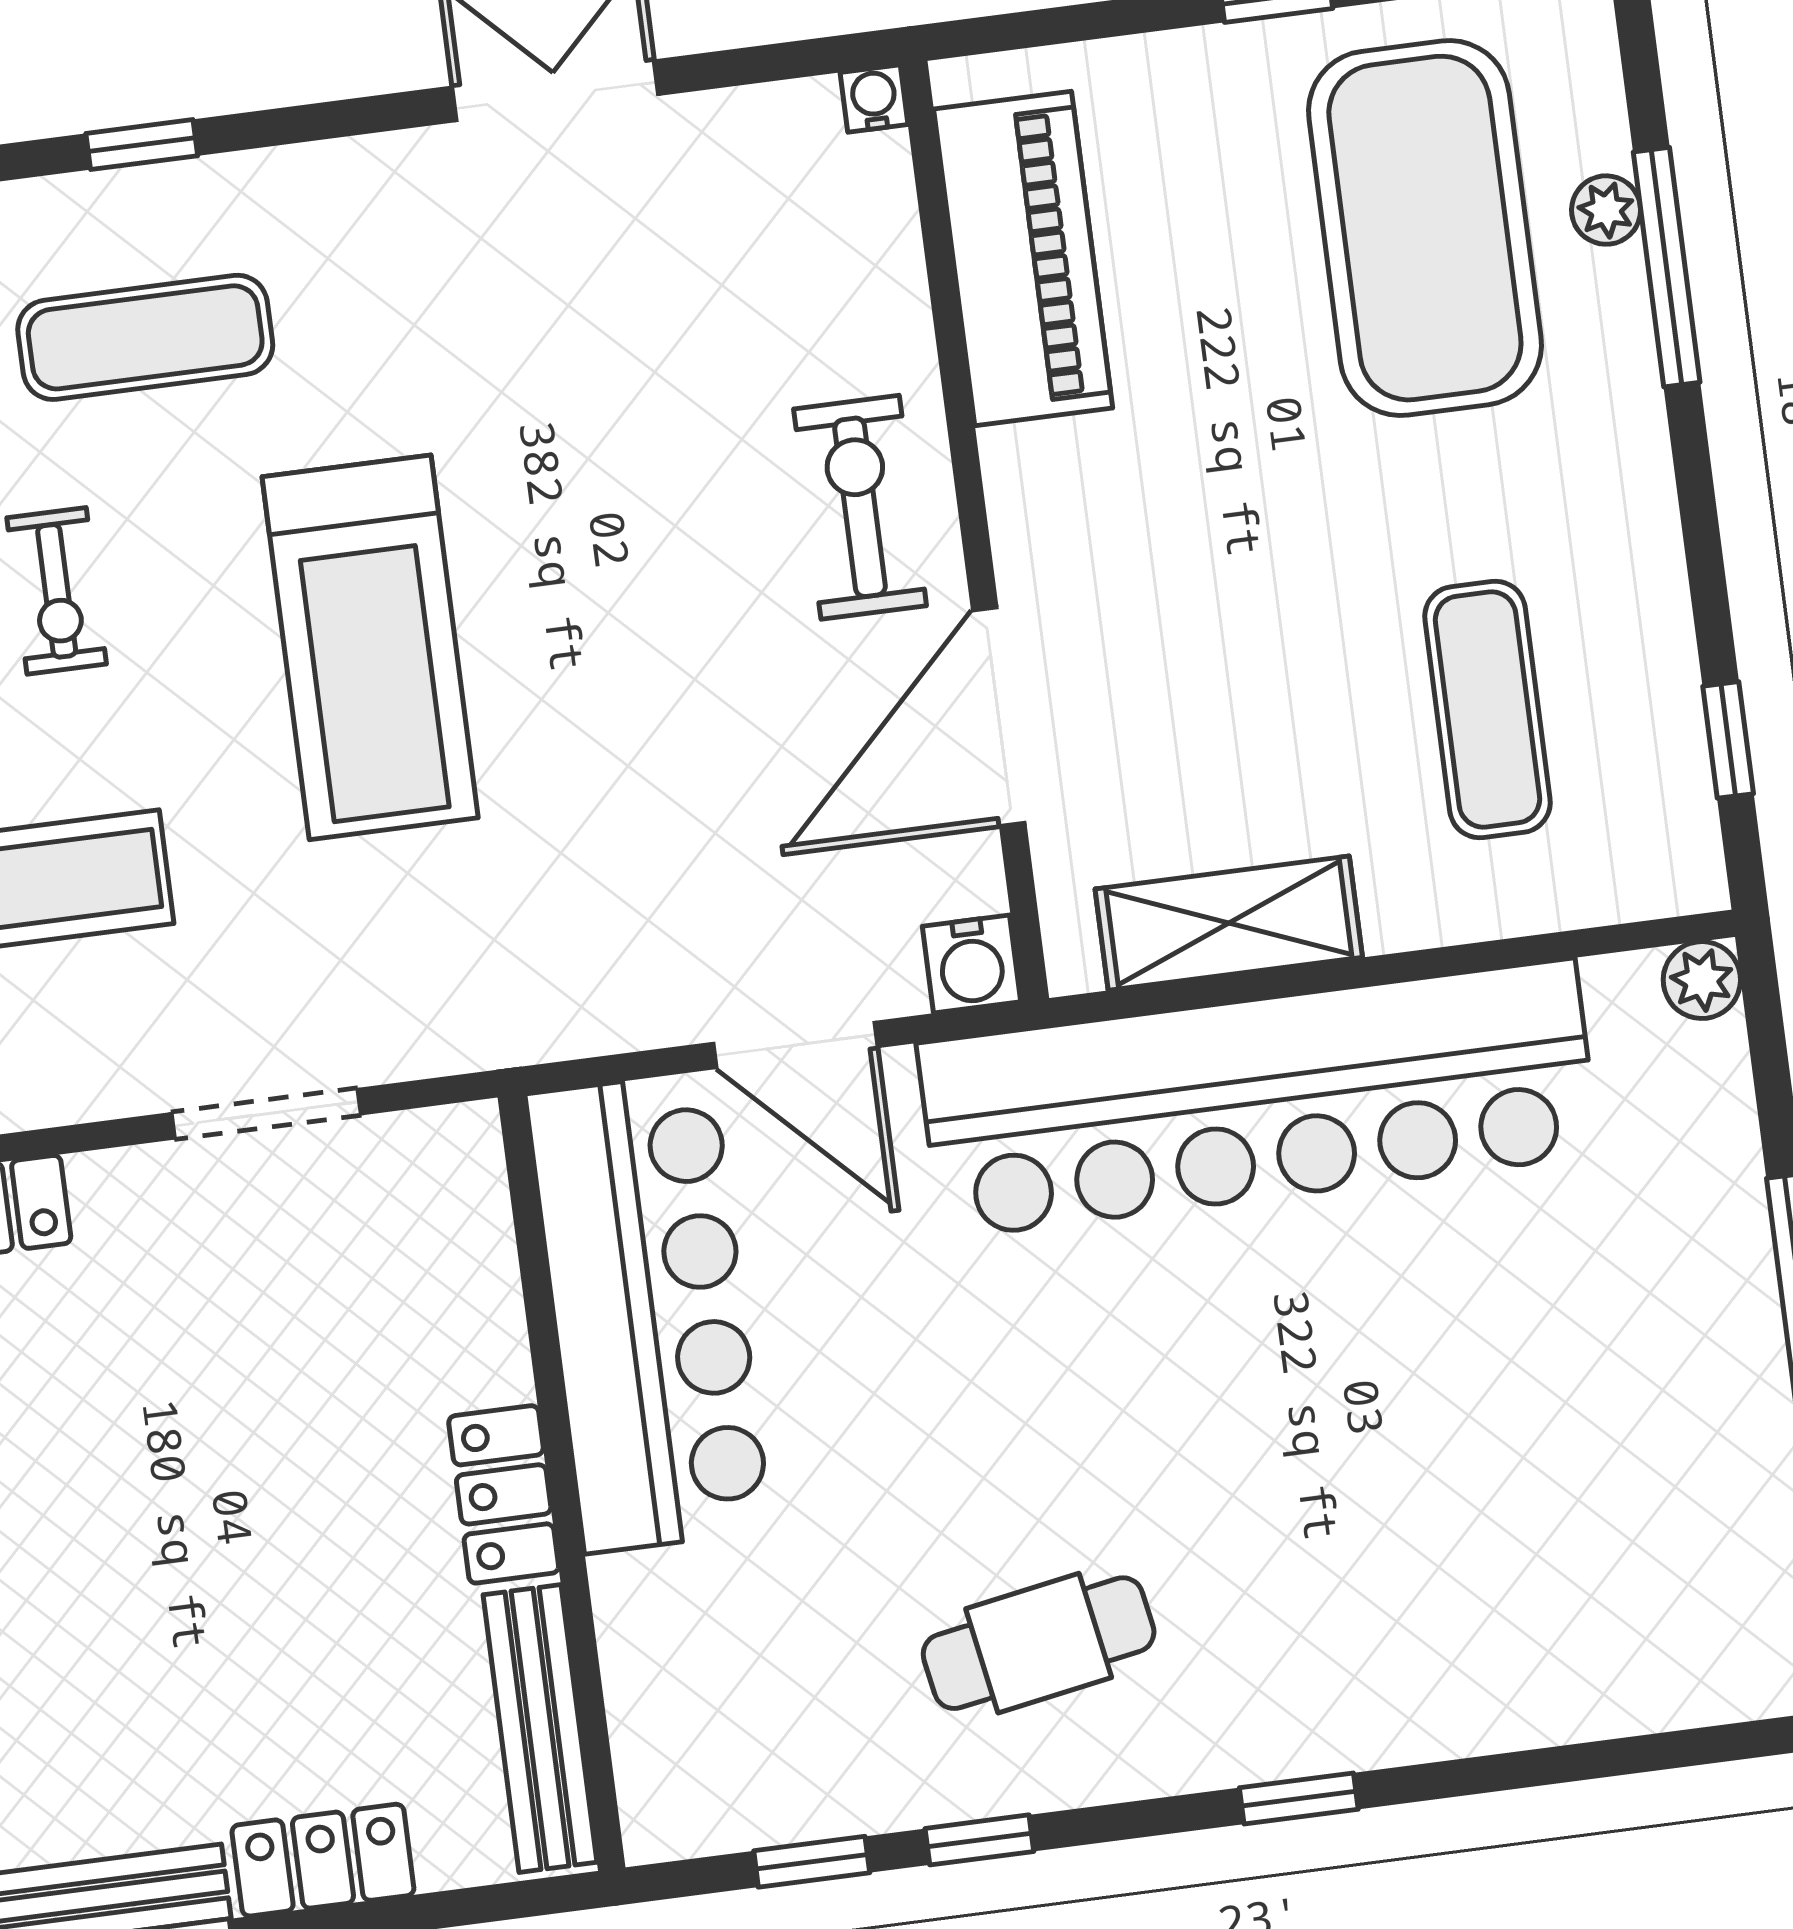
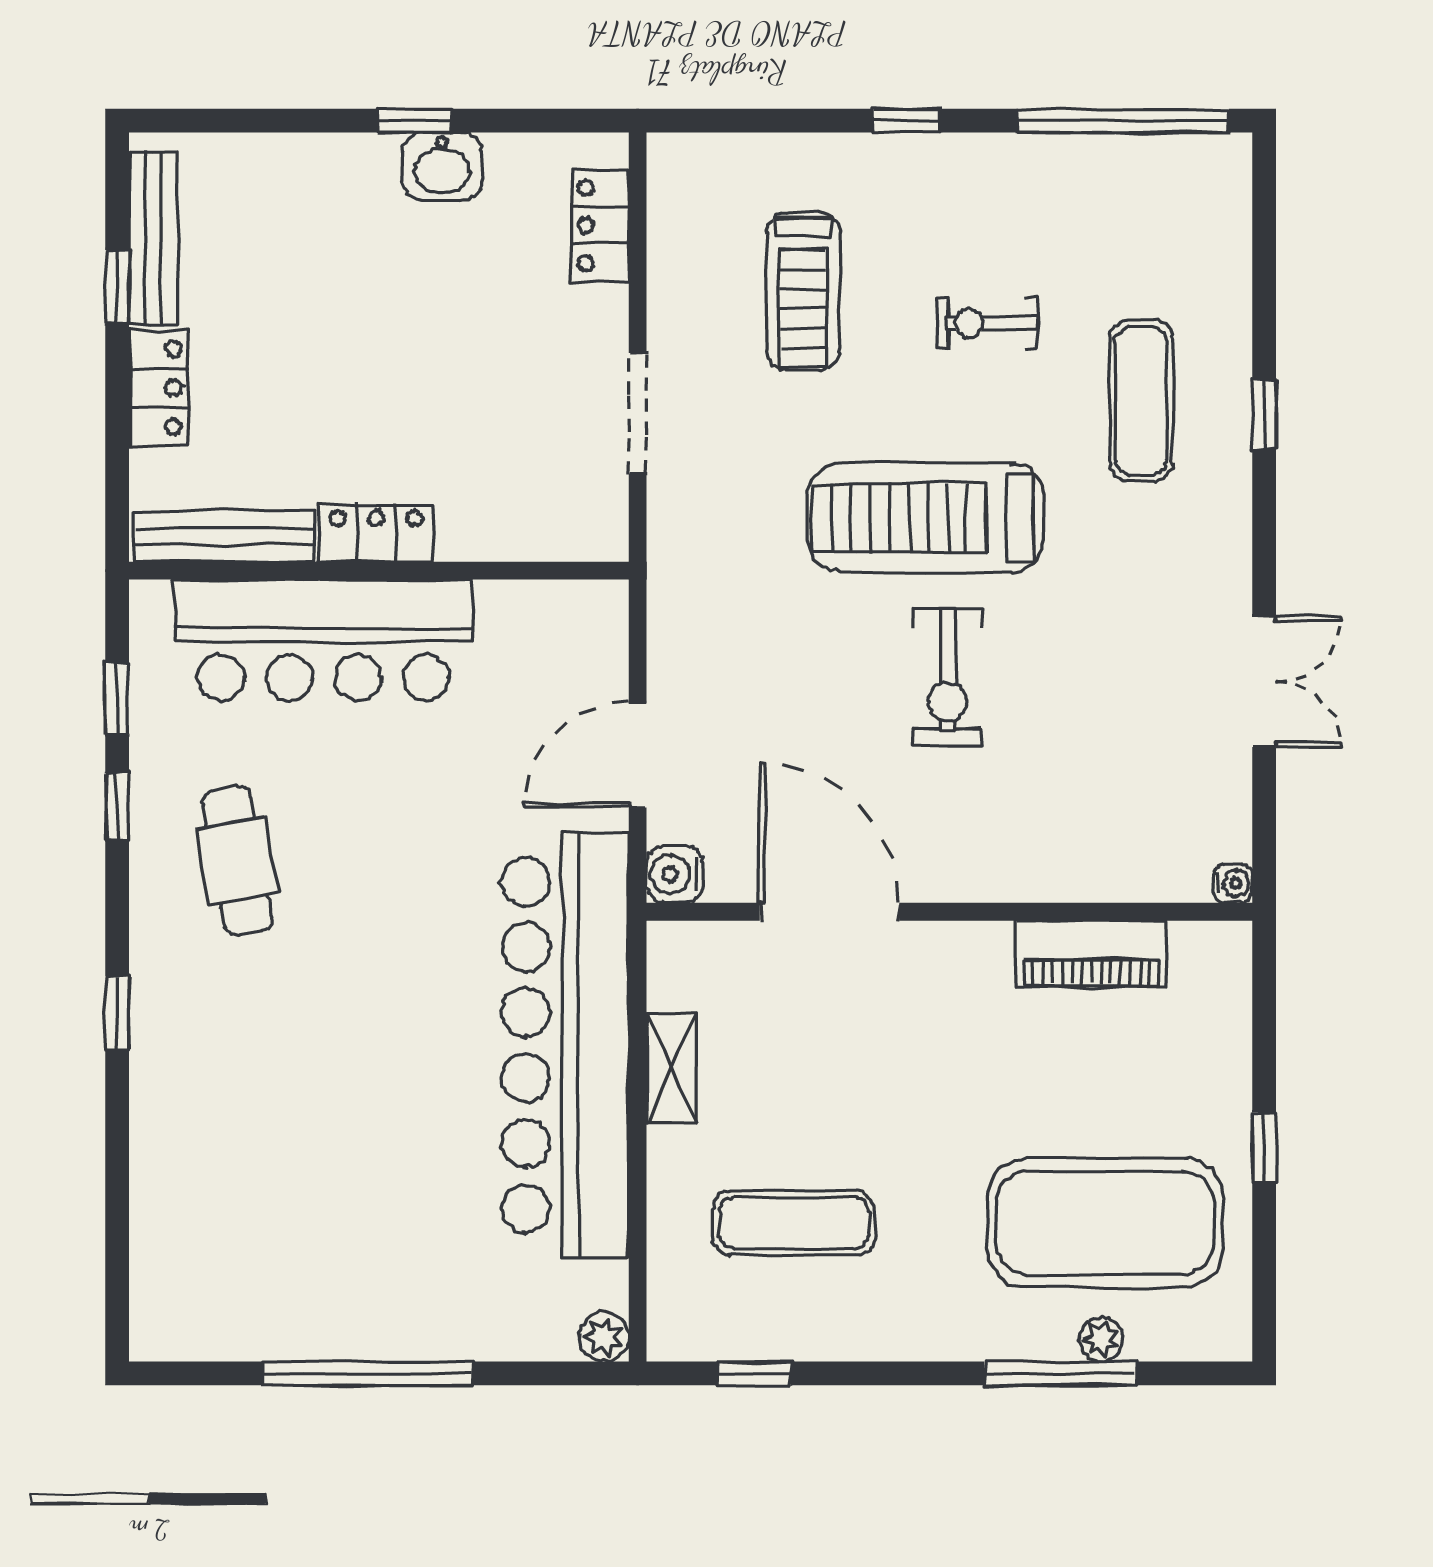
piano: (1023, 258) -> (1091, 954), width x0.73, depth x0.75
exercise bike: (860, 507) -> (948, 677), moved, turned 90
shelving: (1229, 923) -> (671, 1068), width x0.67, depth x0.75
bar counter: (649, 1312) -> (324, 640), moved

